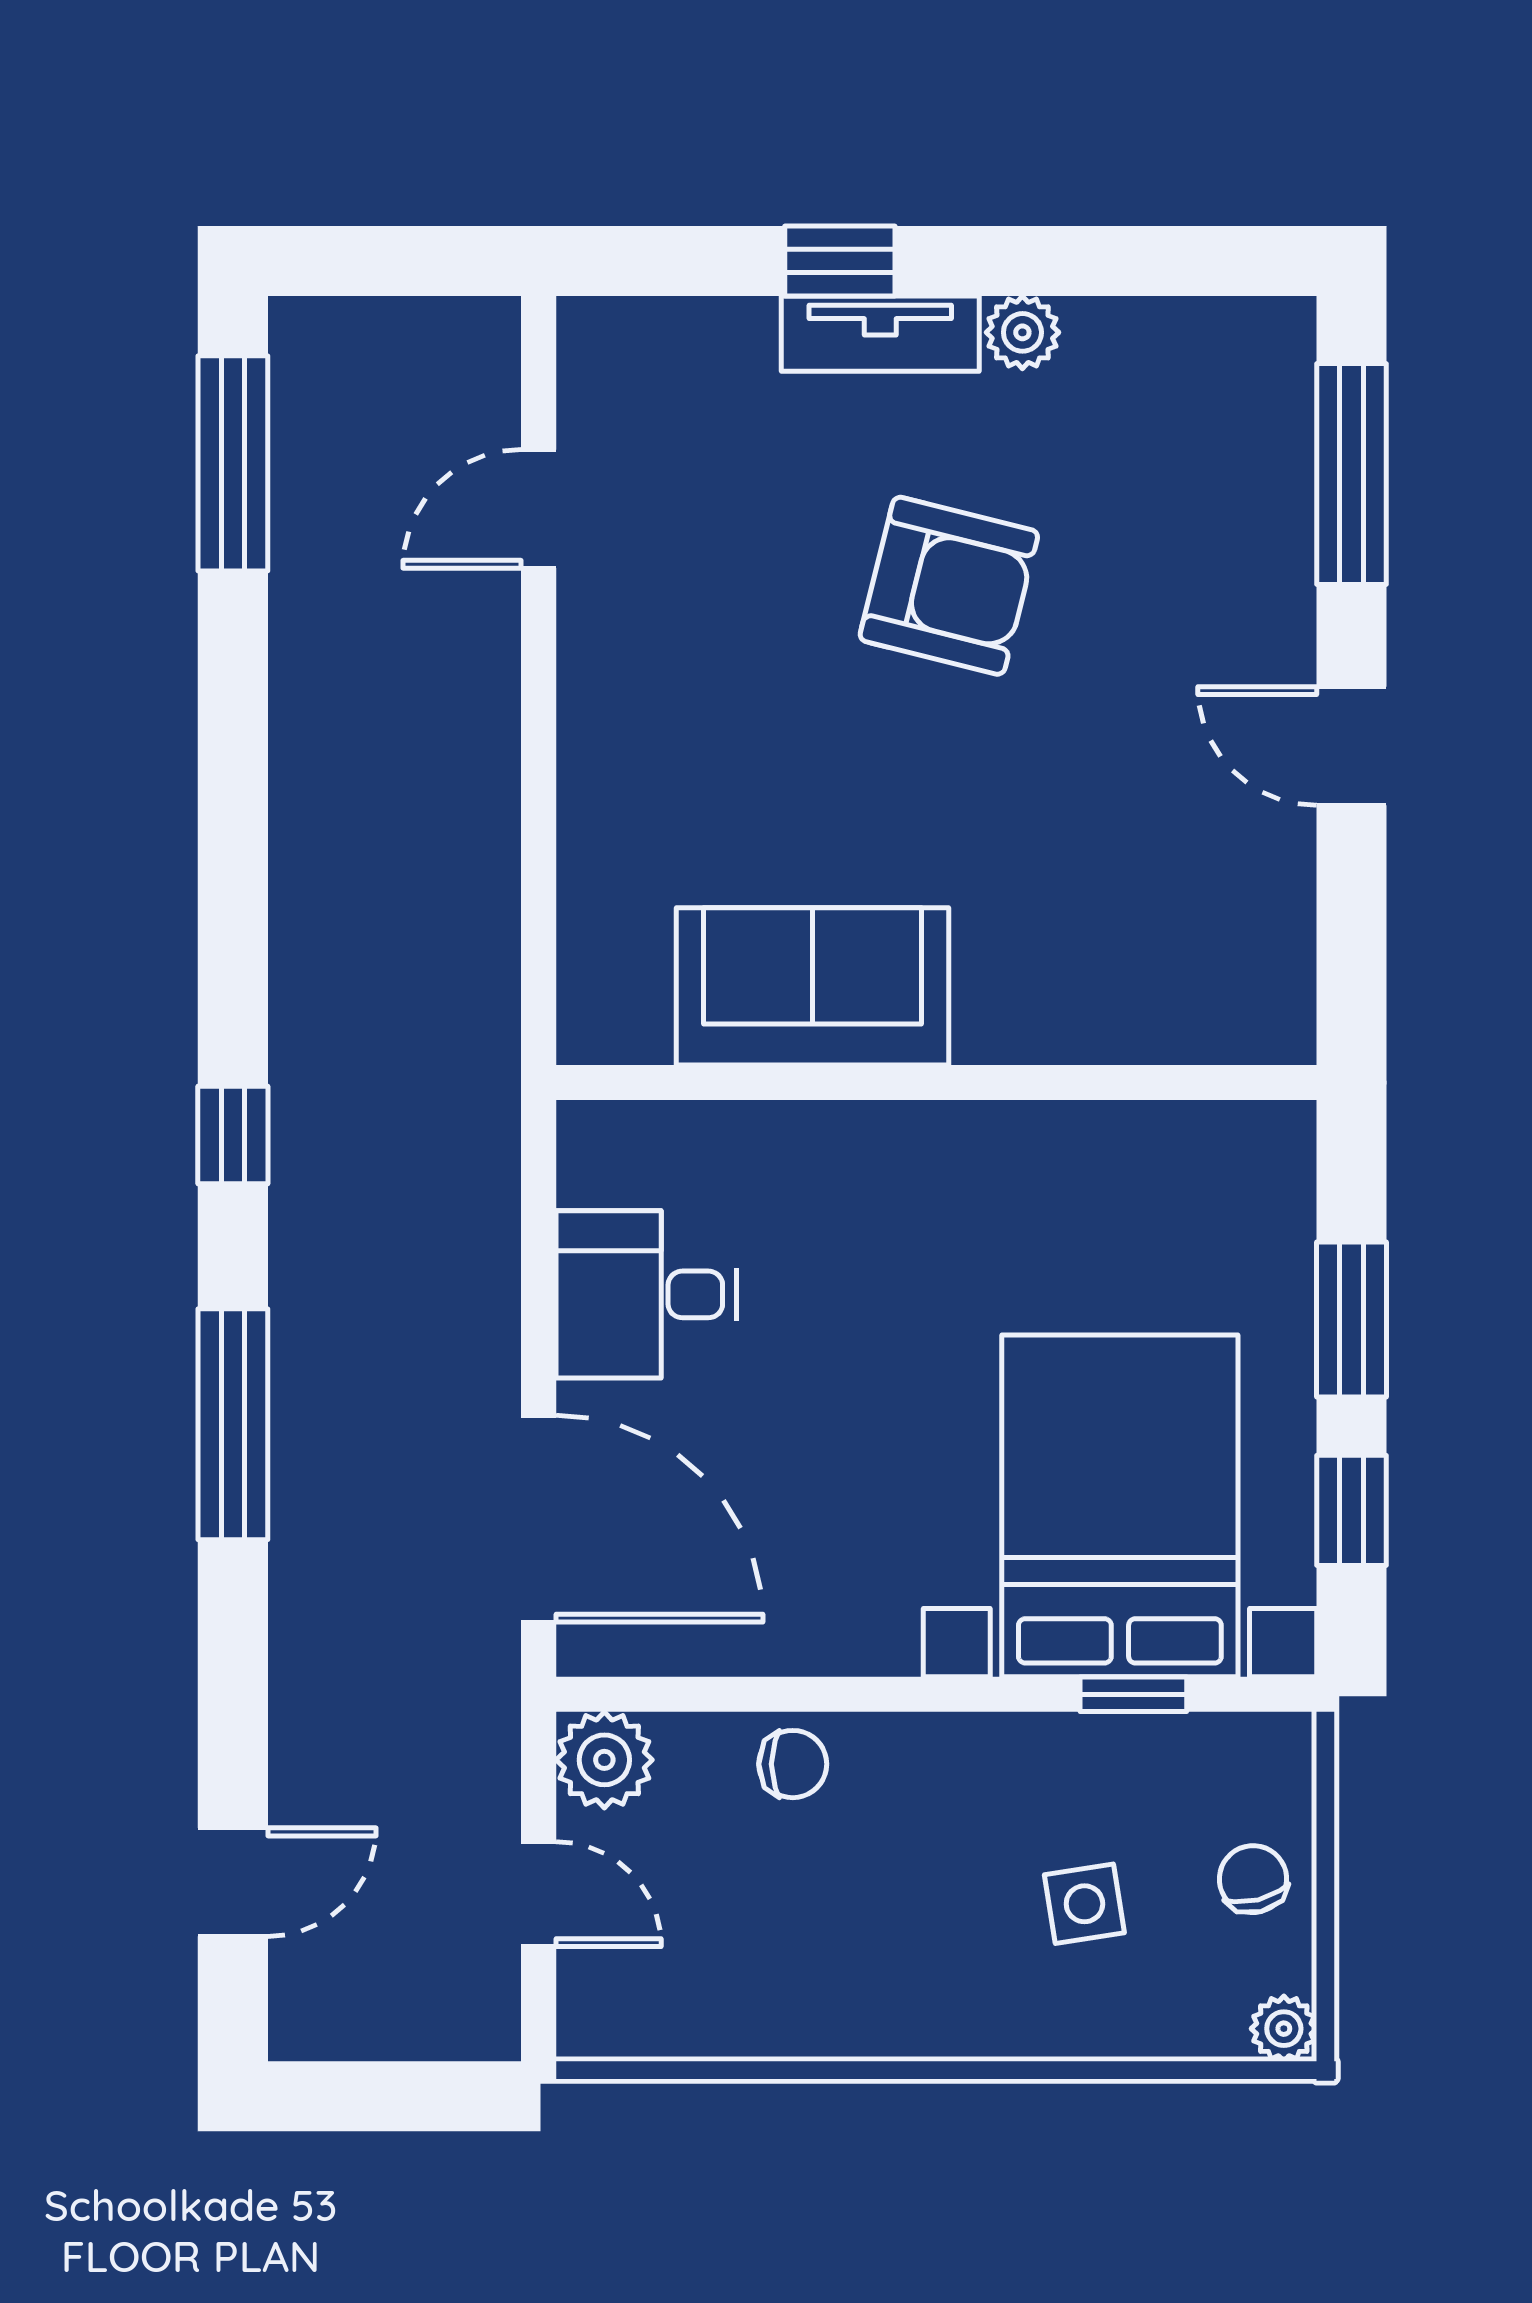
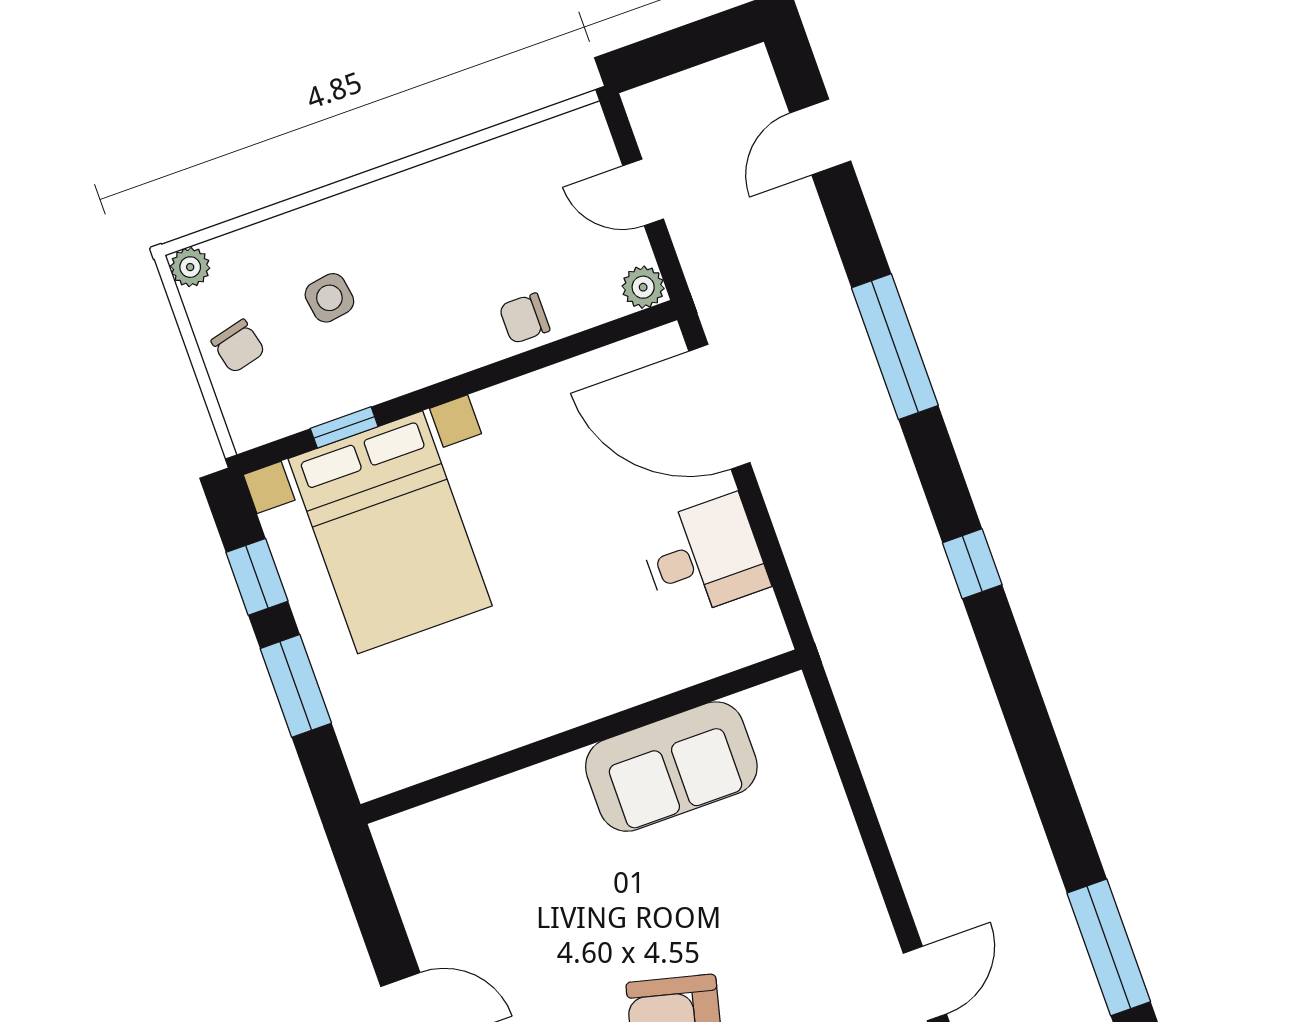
window: (233, 1424) -> (895, 347), moved
plant: (604, 1760) -> (643, 287), width x0.73, depth x0.73

